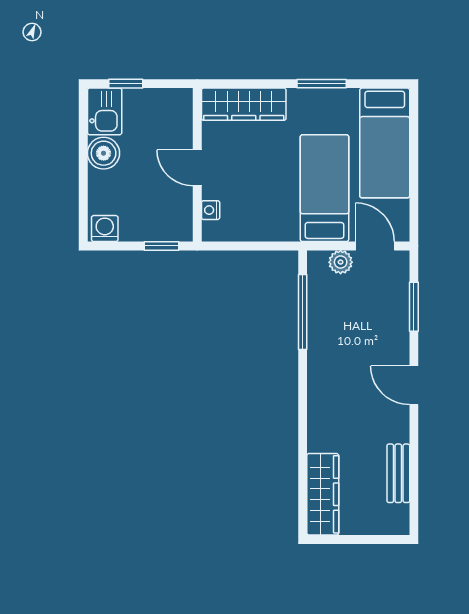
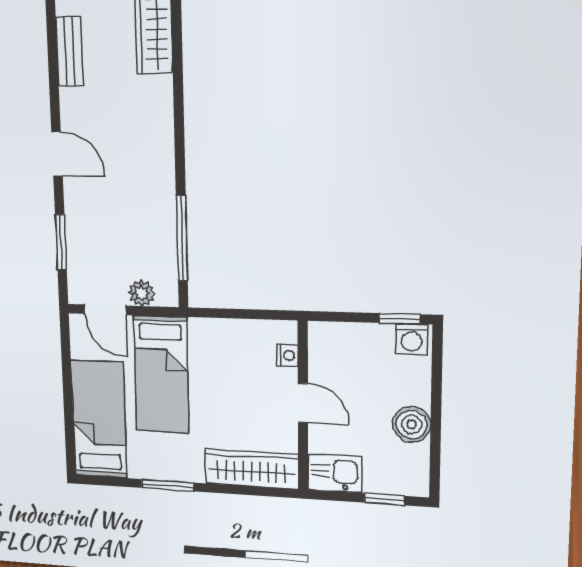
kitchen sink: (105, 111) -> (335, 473), moved, turned 90
window: (161, 246) -> (400, 319), moved

